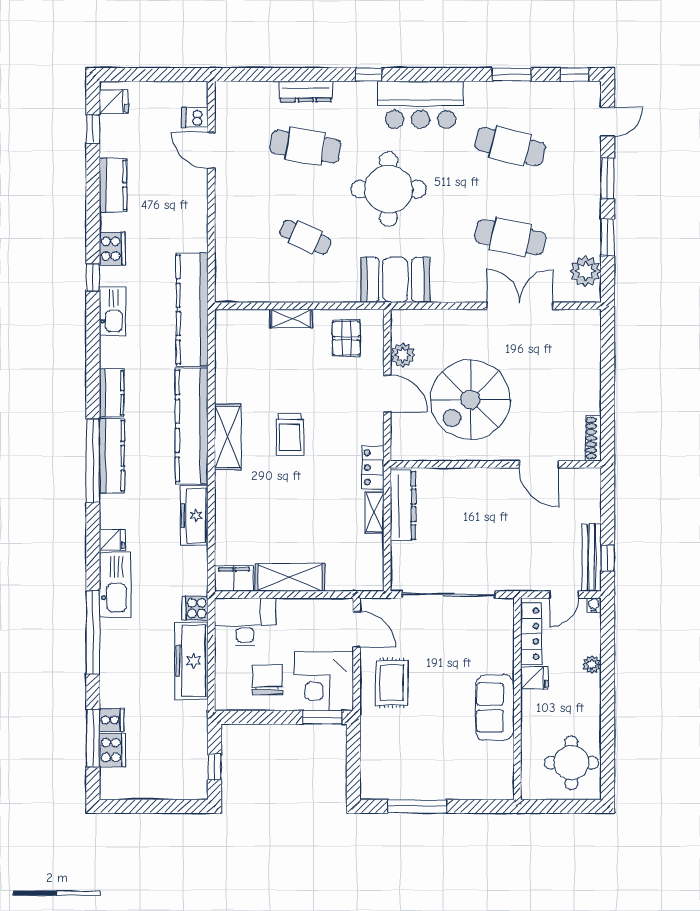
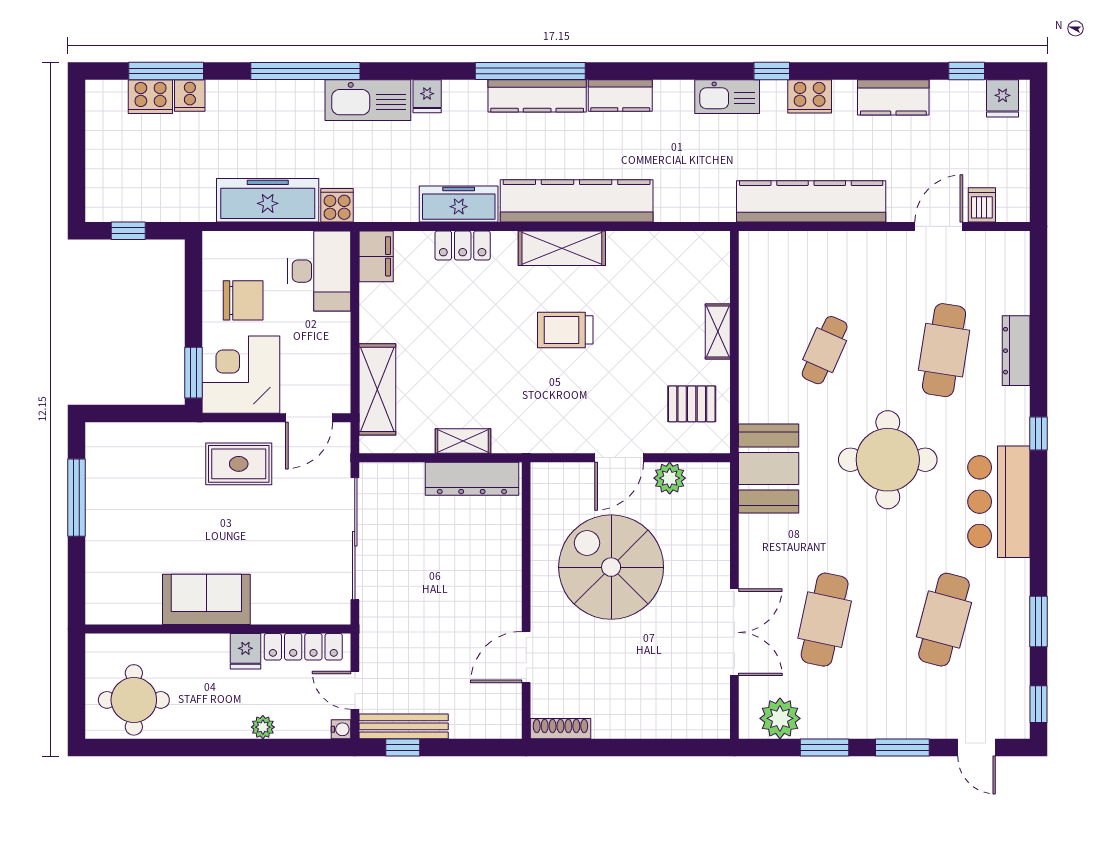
kitchen counter: (192, 309) -> (811, 201), moved
locker: (373, 468) -> (463, 245), moved, turned 180
shelving: (290, 577) -> (377, 389), moved

